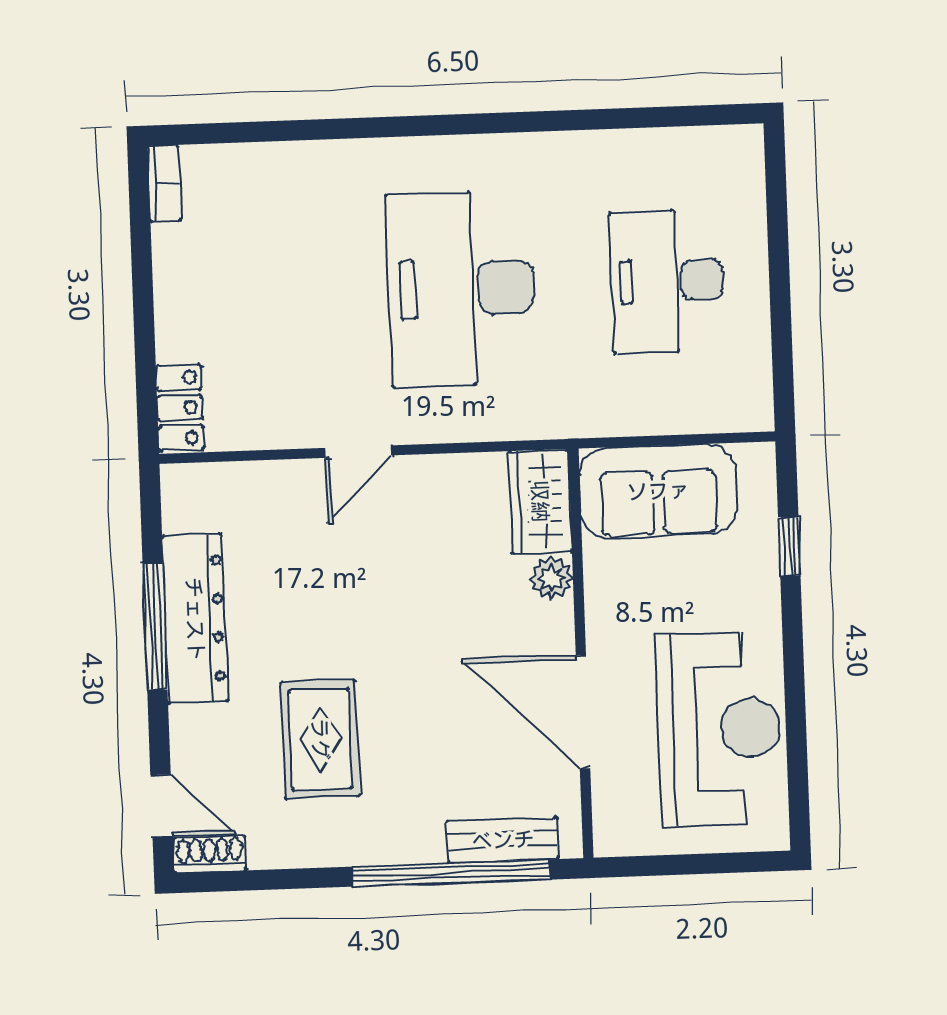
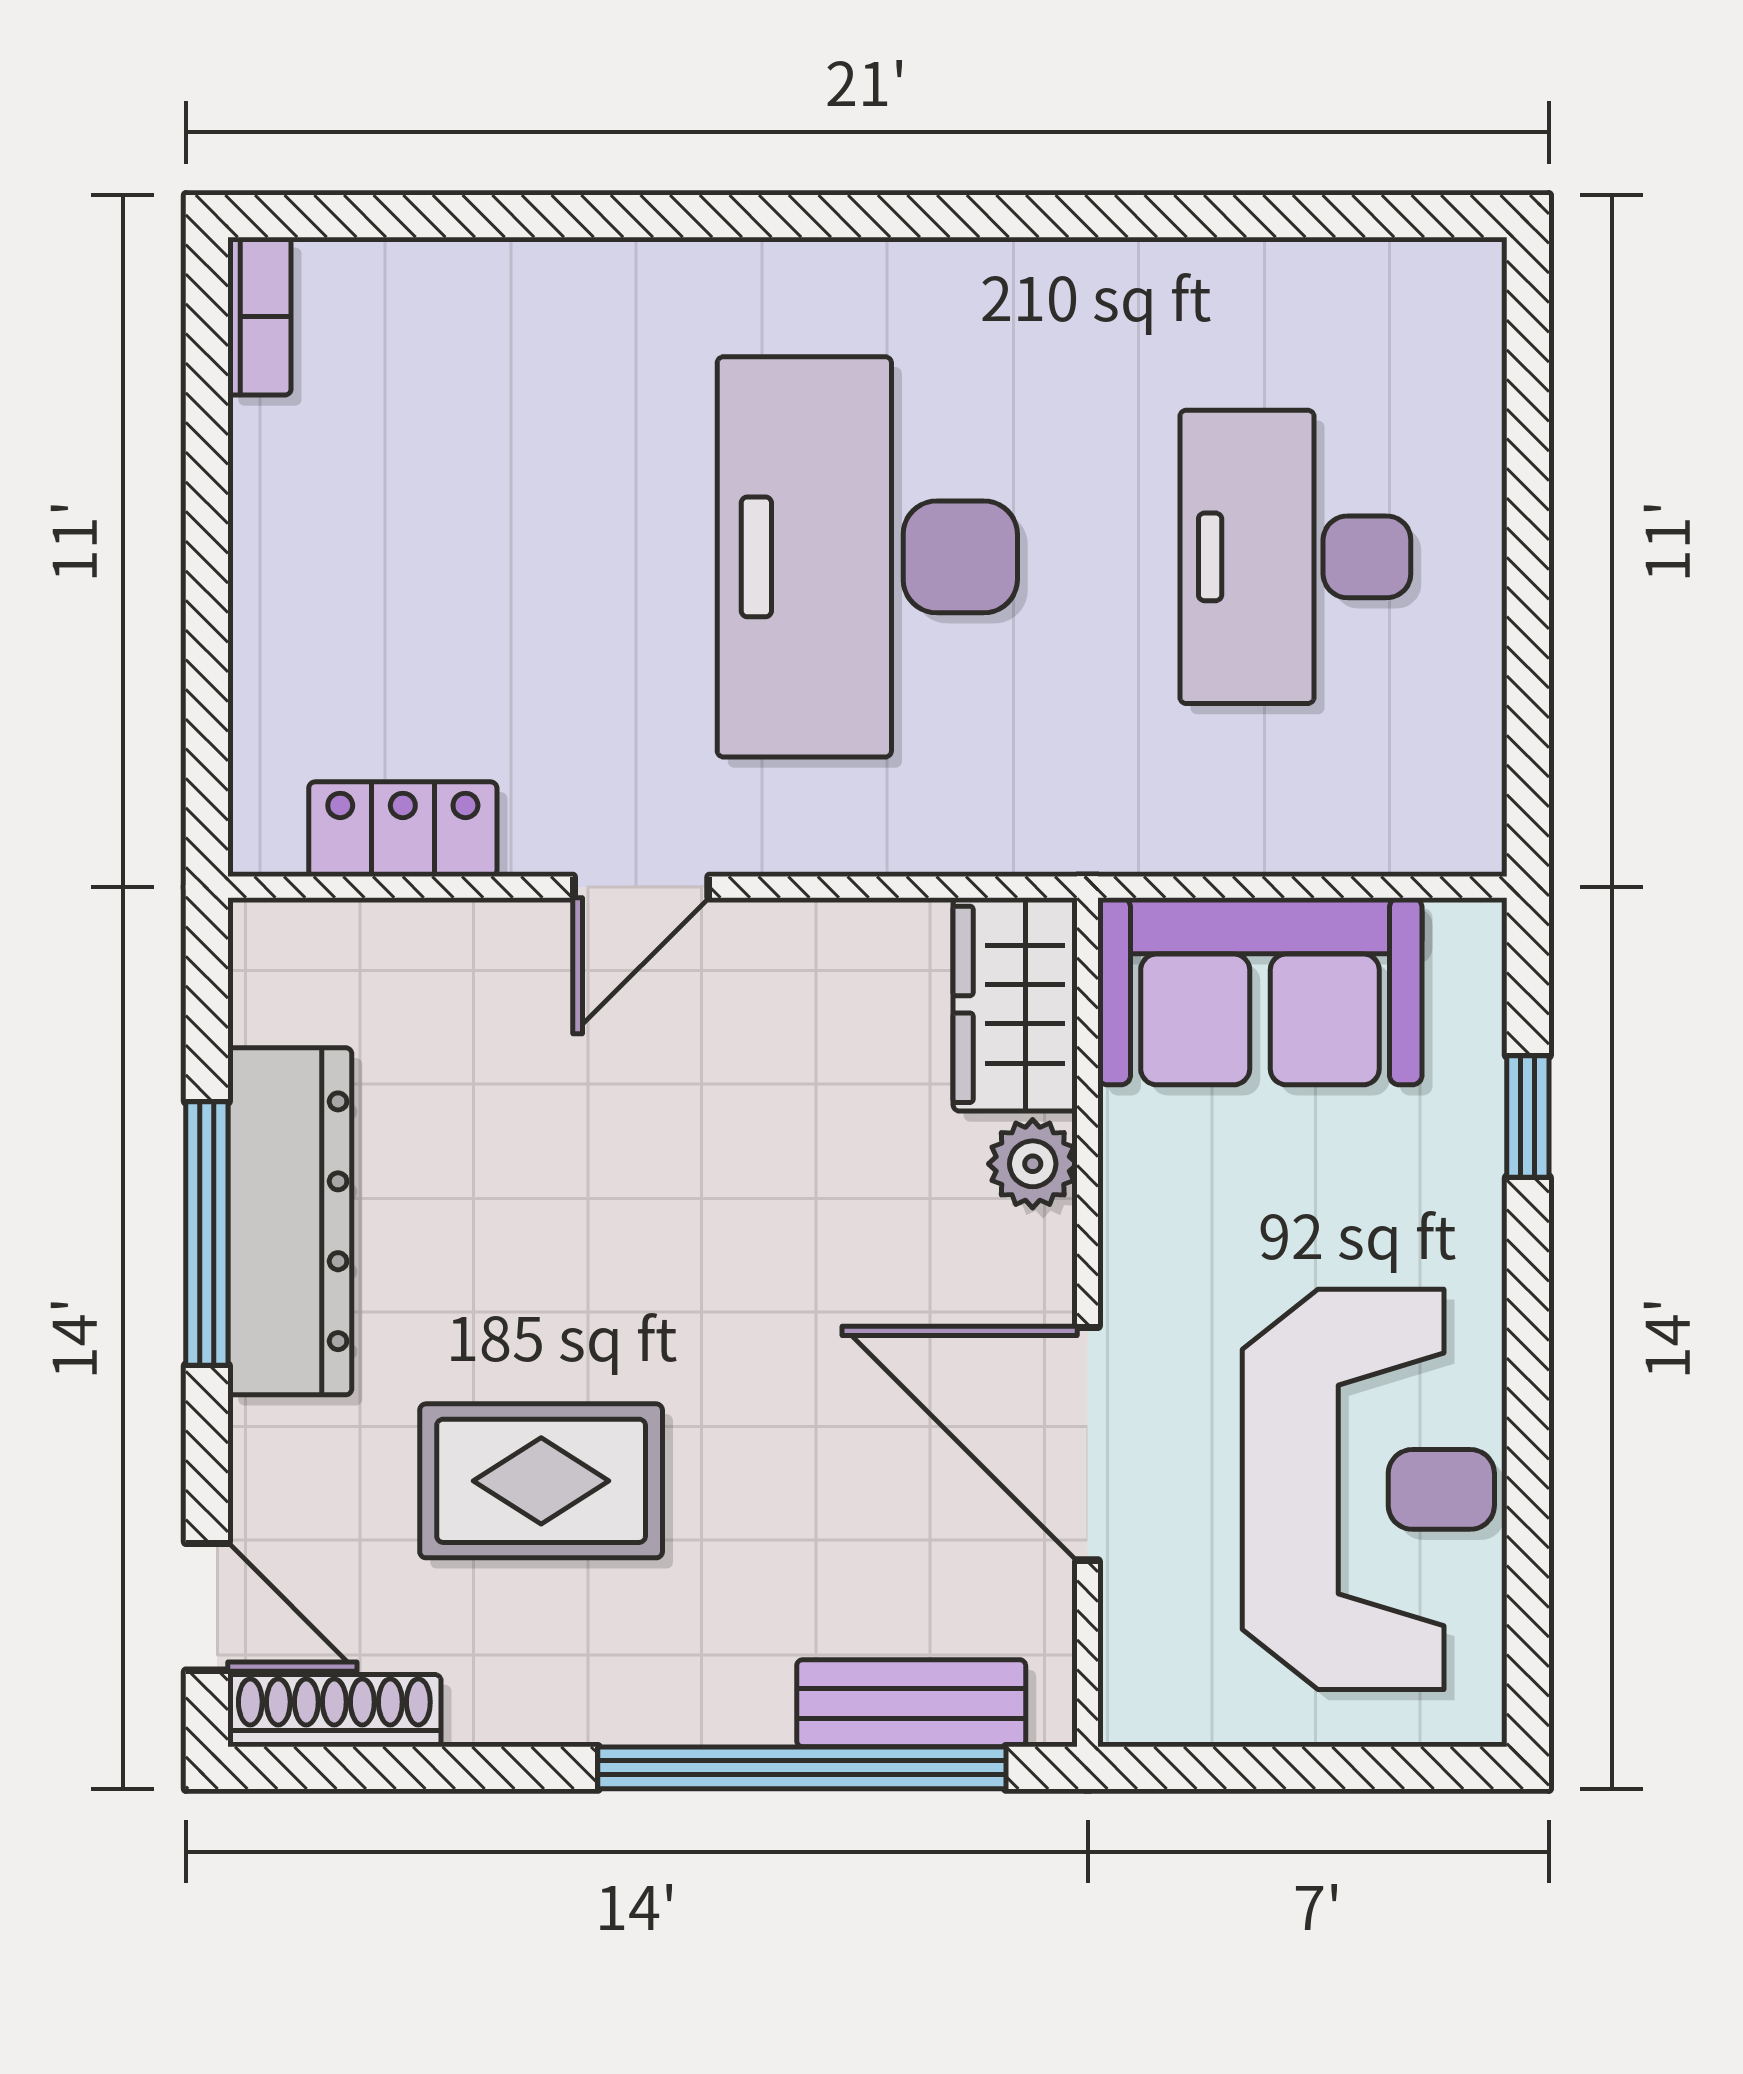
locker: (180, 408) -> (403, 829), moved, turned -90
rug: (320, 739) -> (541, 1481), turned 90
shoe rack: (210, 854) -> (334, 1711), width x1.43

